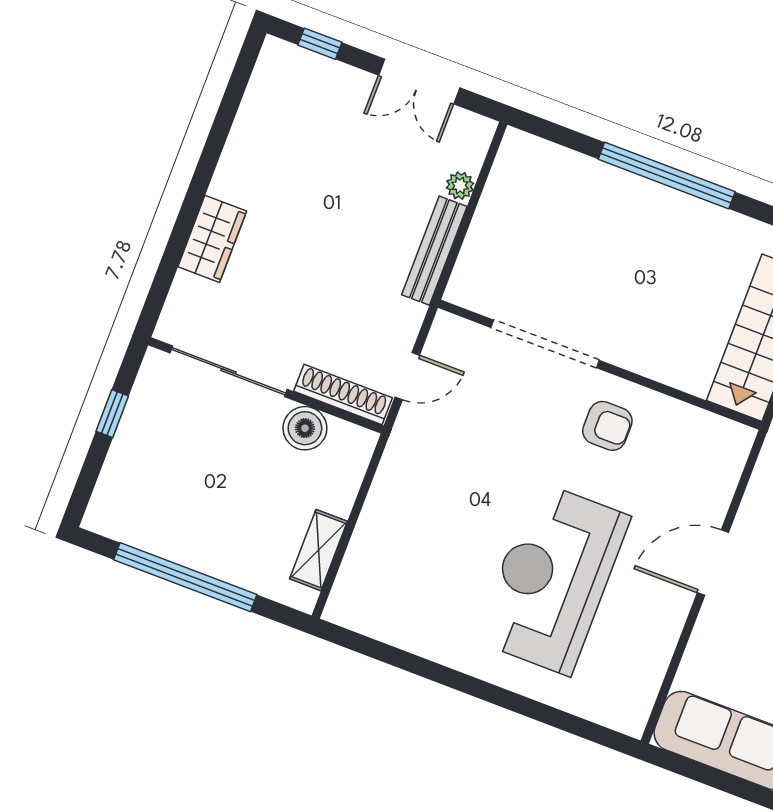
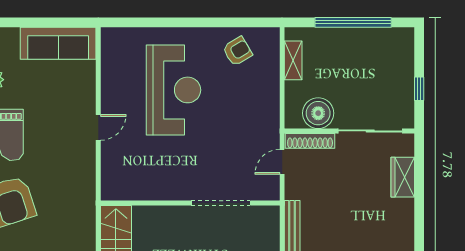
wardrobe: (212, 239) -> (403, 177), moved
armchair: (607, 426) -> (237, 51), moved, turned 149
boiler: (305, 428) -> (318, 113), width x1.37, depth x1.37
door: (713, 563) -> (98, 127), width x0.73

